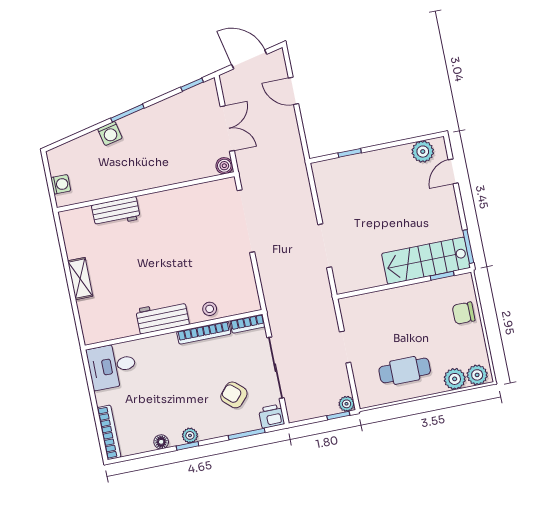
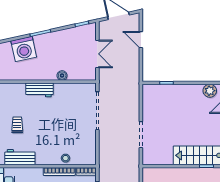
washing machine: (110, 133) -> (24, 49), width x1.89, depth x1.89
boiler: (224, 166) -> (62, 76), moved
workbench: (116, 212) -> (40, 90), moved
trolley: (120, 270) -> (17, 125), added
workbench: (162, 317) -> (20, 157), moved

